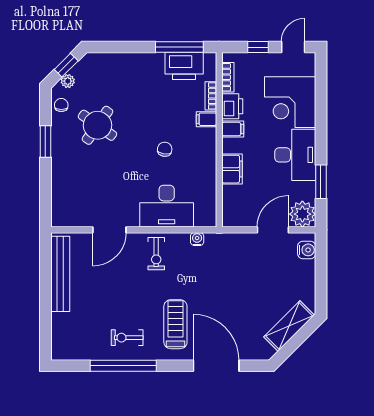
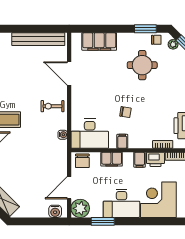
filing cabinet: (206, 119) -> (122, 141), moved
round table: (97, 125) -> (142, 65), turned -35
window: (45, 142) -> (145, 29), moved
filing cabinet: (64, 187) -> (99, 41), added
desk: (167, 206) -> (90, 134), moved, turned -90
chair: (234, 211) -> (82, 161), added
door: (273, 230) -> (69, 188), swing flipped

